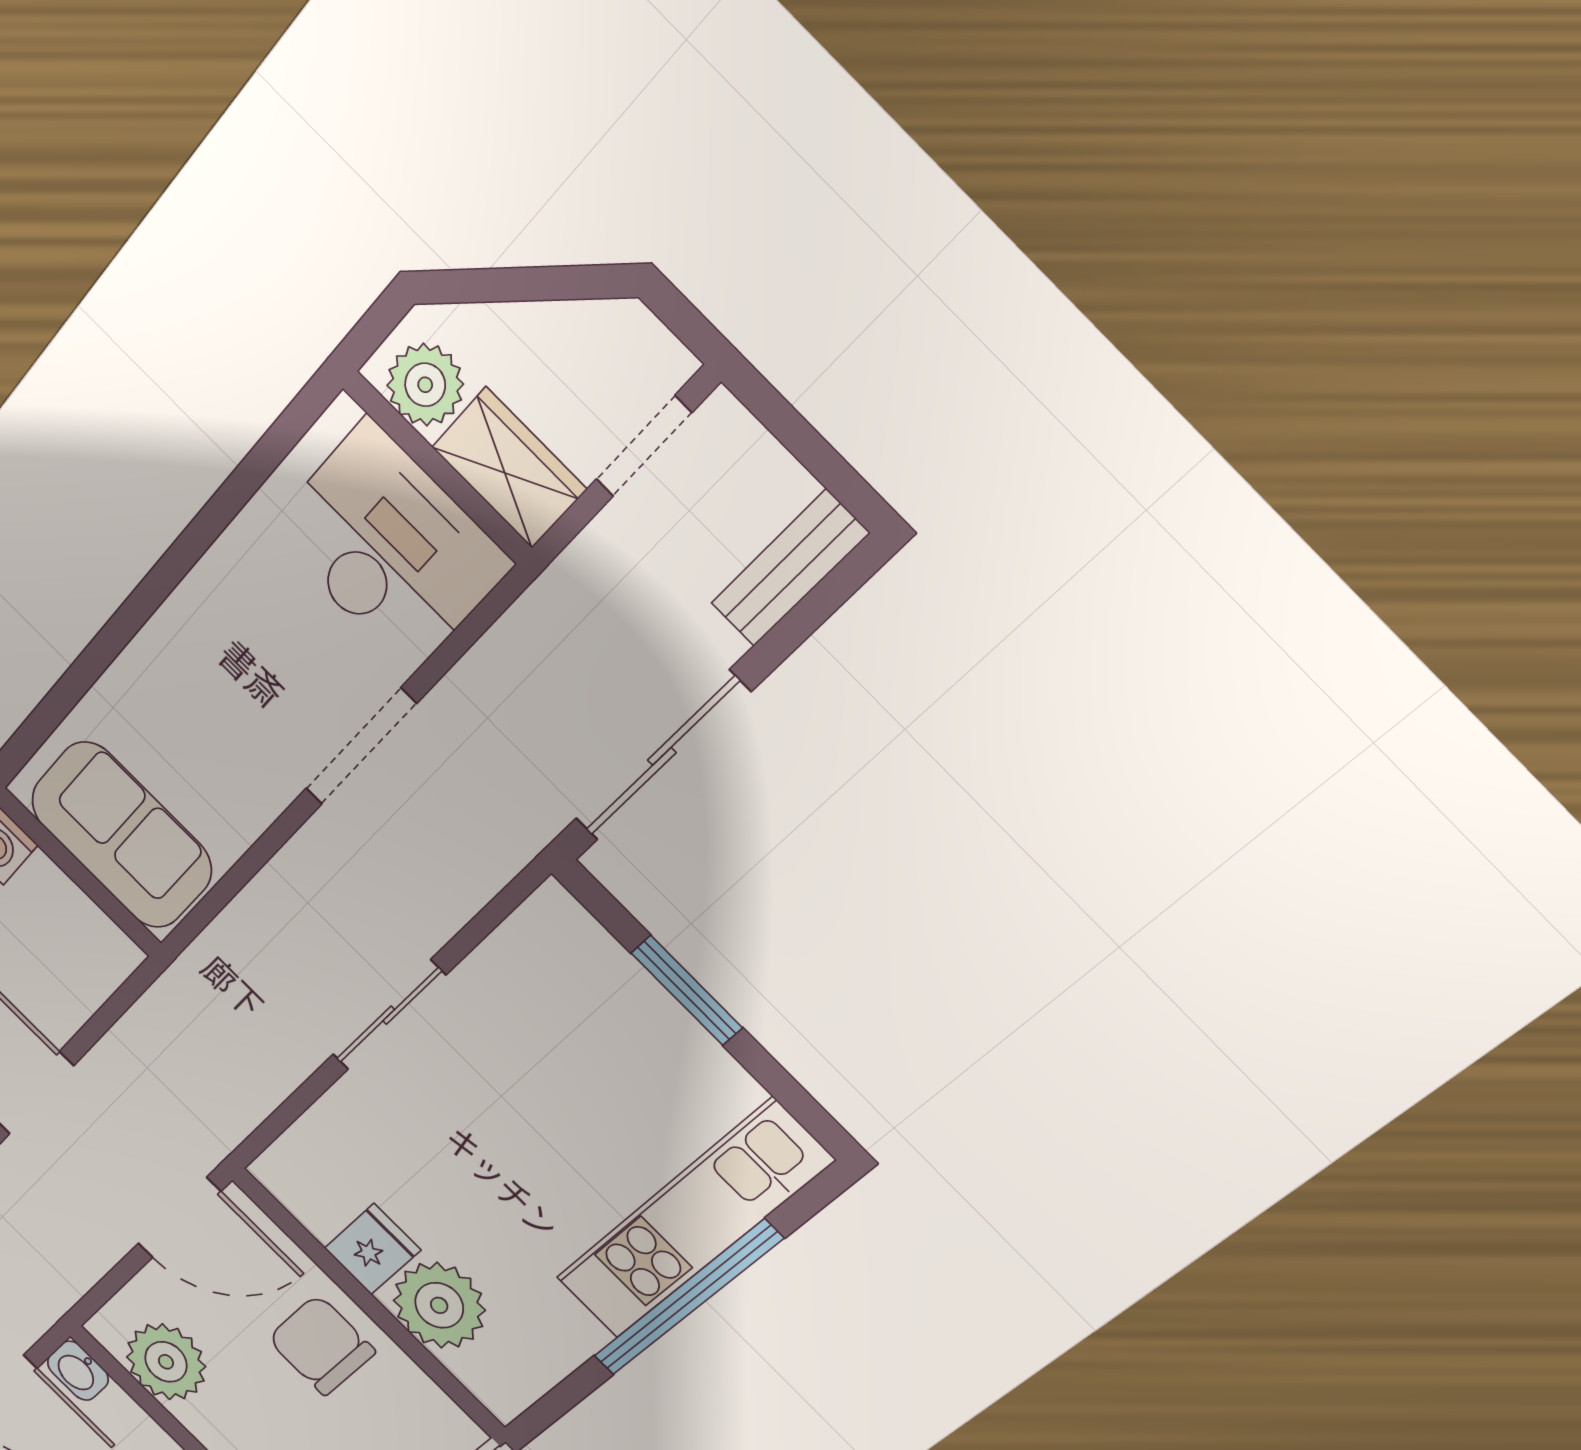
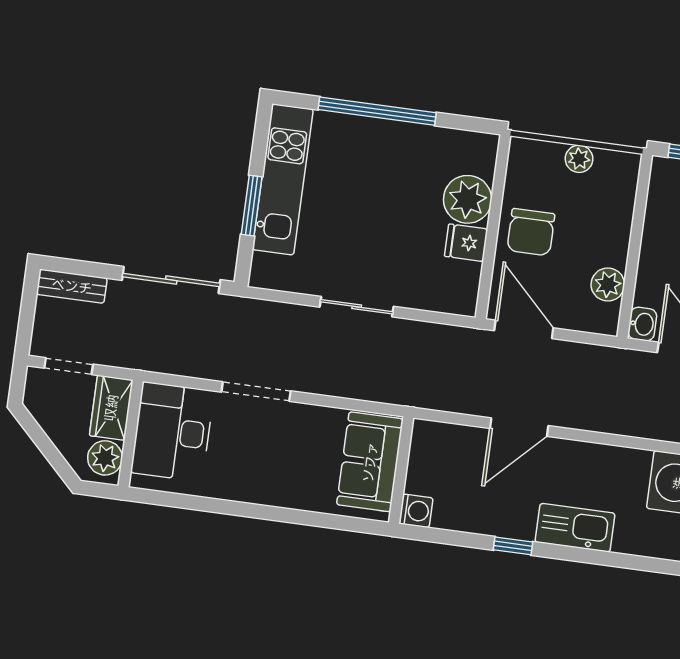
kitchen unit: (693, 1221) -> (283, 179), moved, turned -90
plant: (166, 1362) -> (608, 285), width x0.73, depth x0.73

